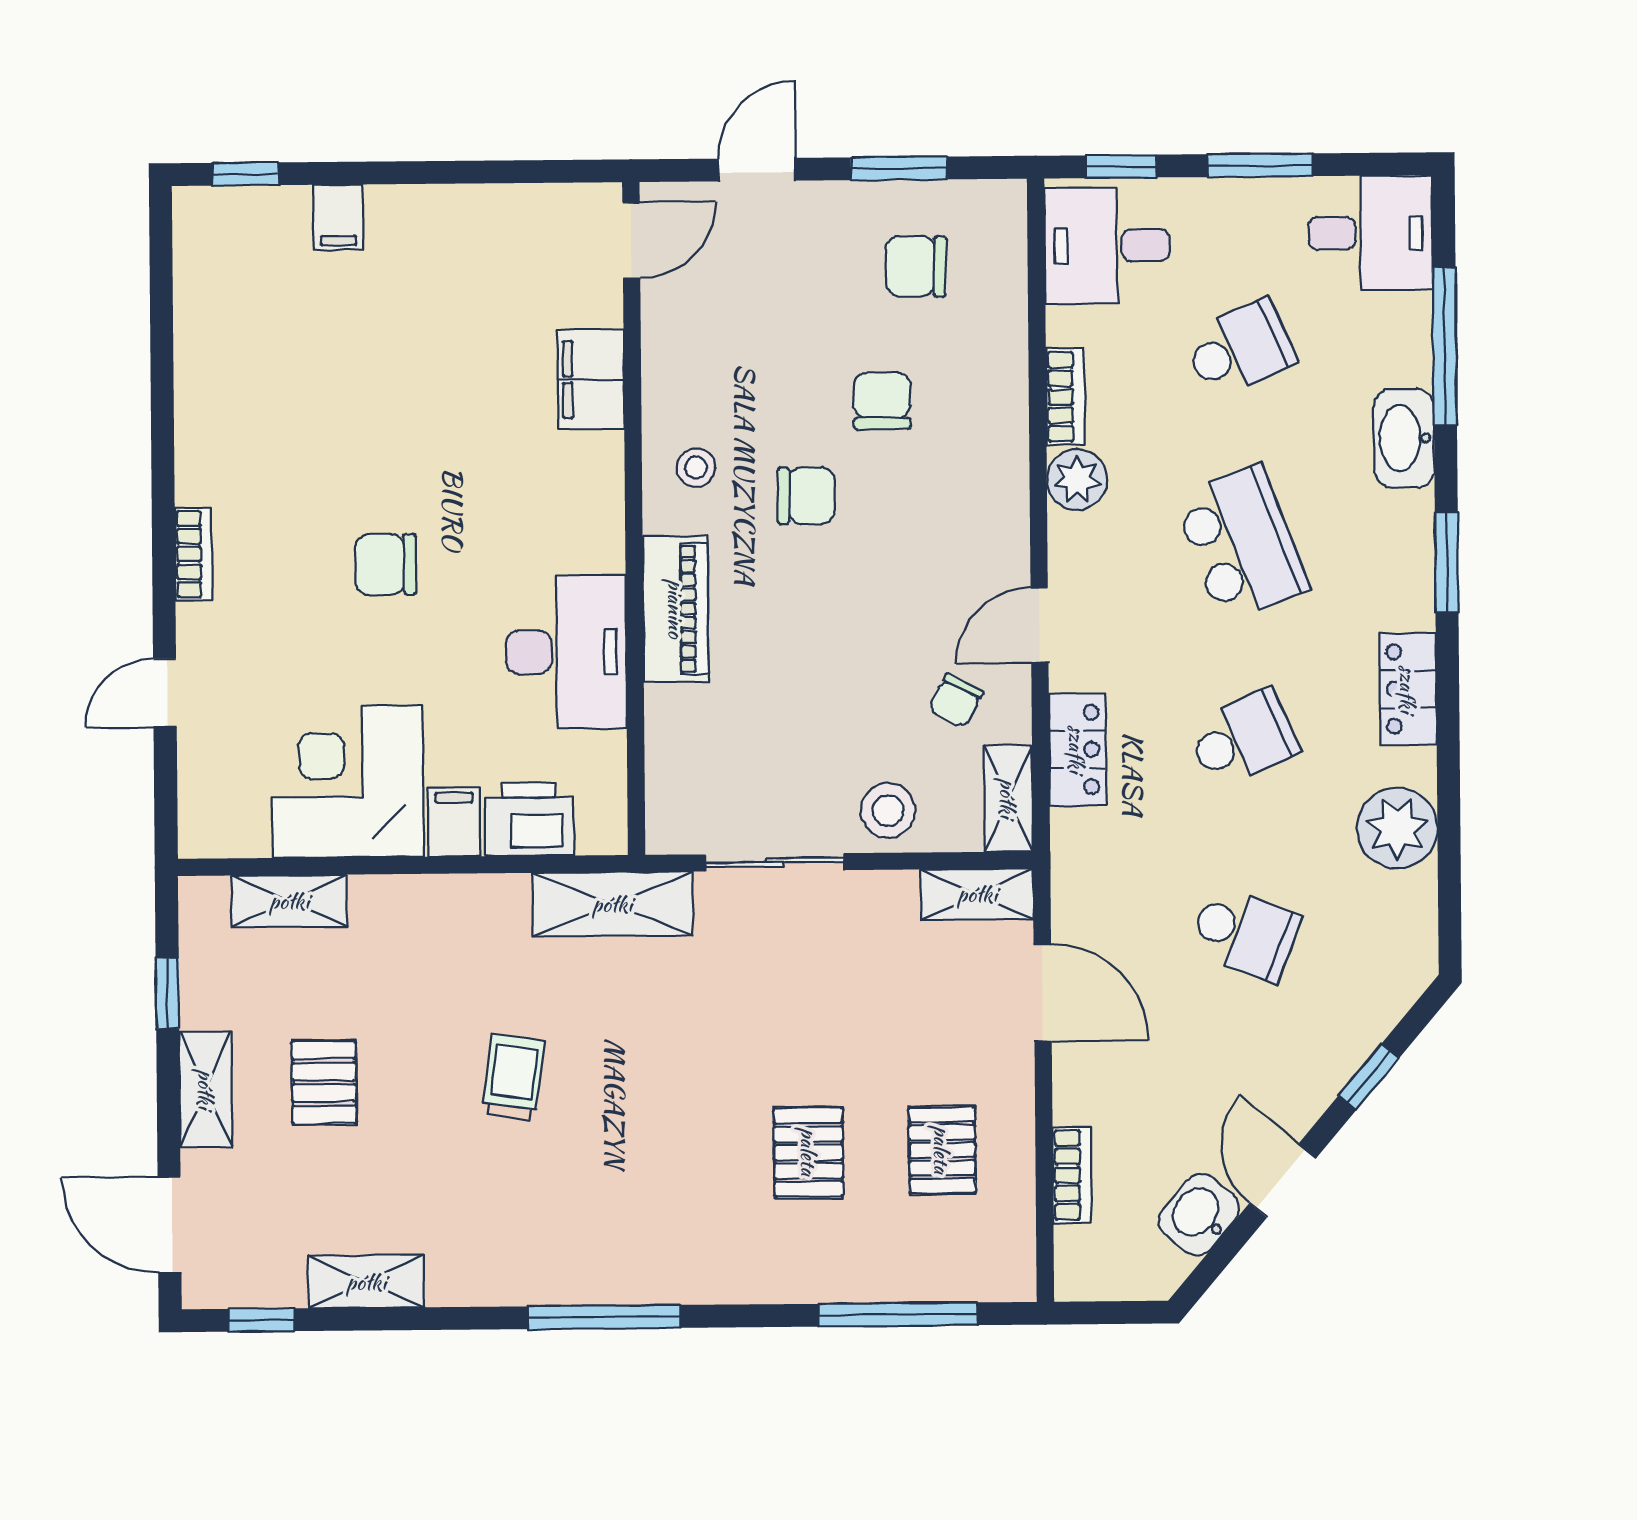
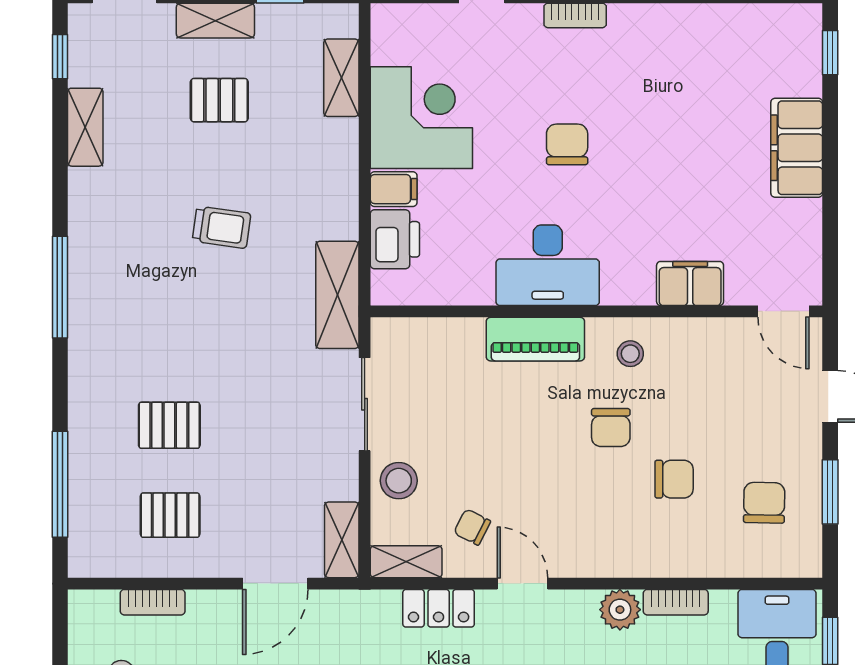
filing cabinet: (338, 217) -> (797, 148), width x3.00, depth x1.17
desk: (566, 652) -> (548, 265), moved

